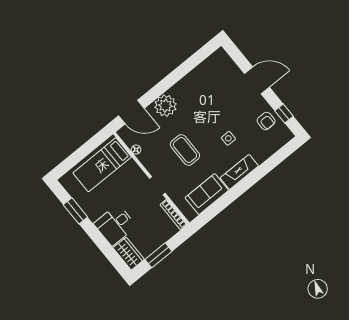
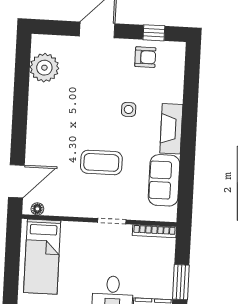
plant: (165, 106) -> (44, 68), moved
floor lamp: (136, 150) -> (37, 209), moved

